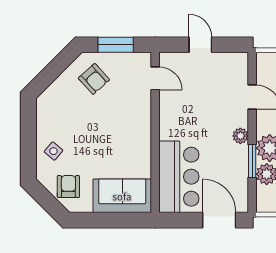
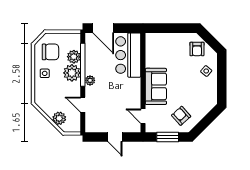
window: (252, 161) -> (83, 65), width x2.11
sofa: (122, 196) -> (156, 86), moved, turned -90

